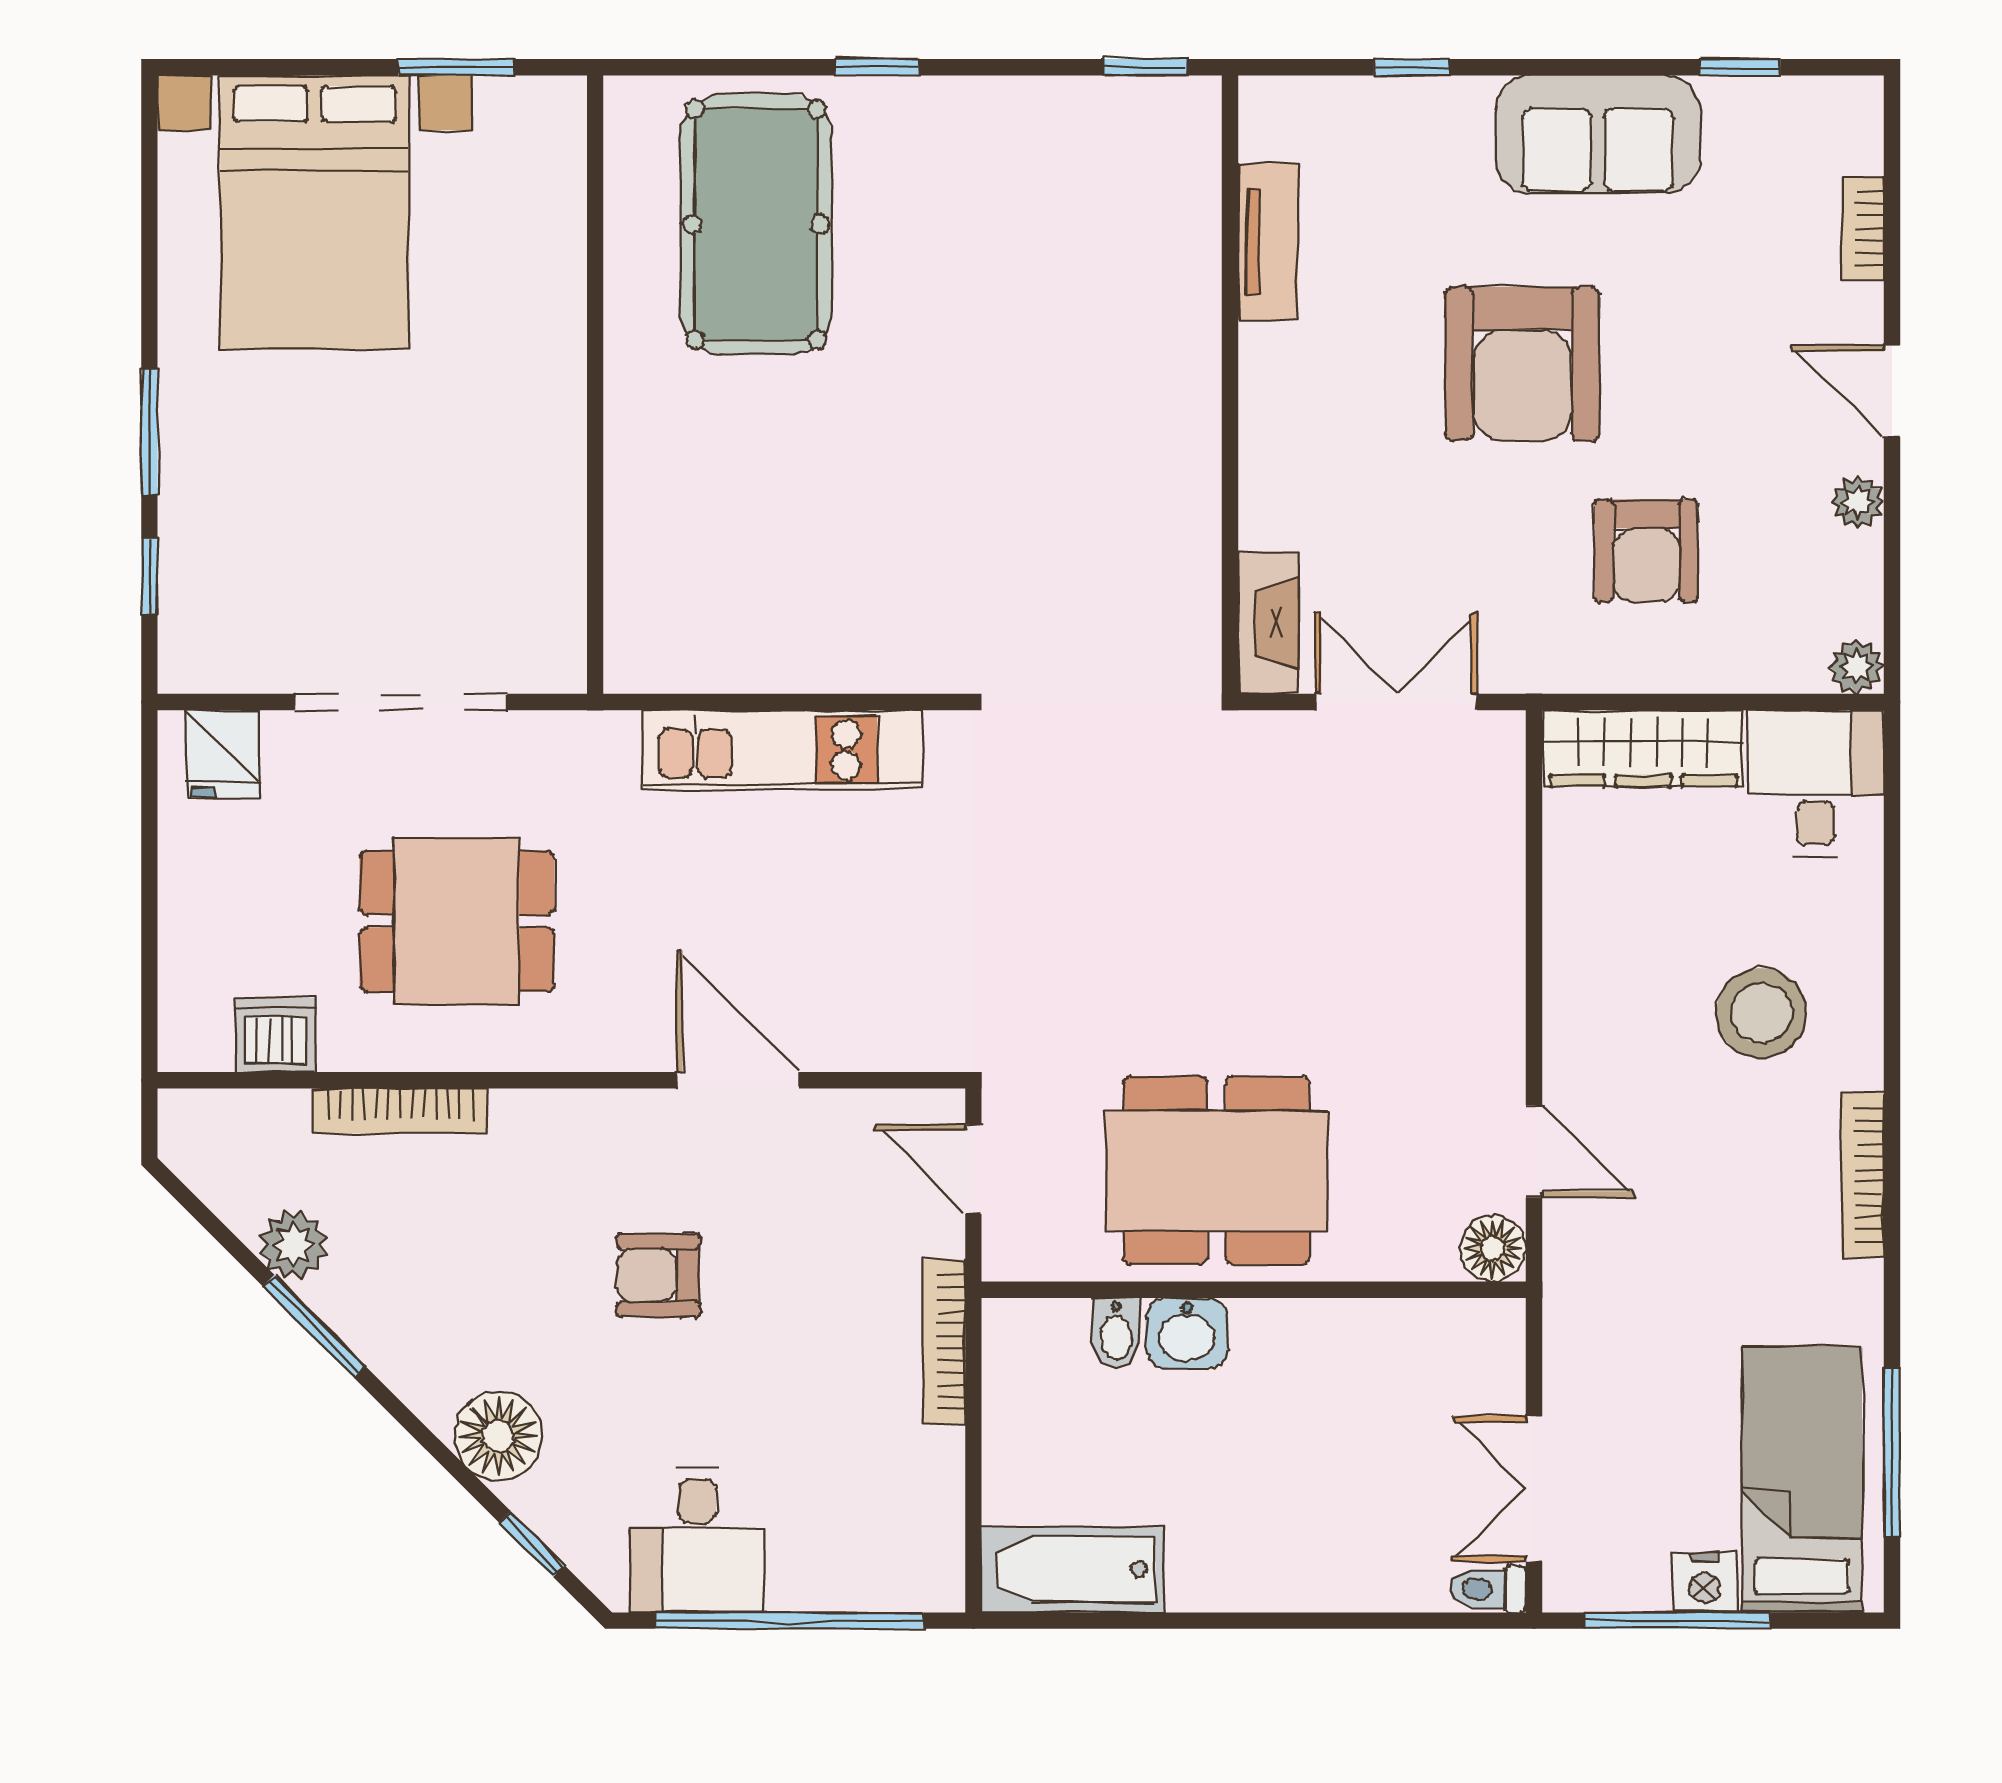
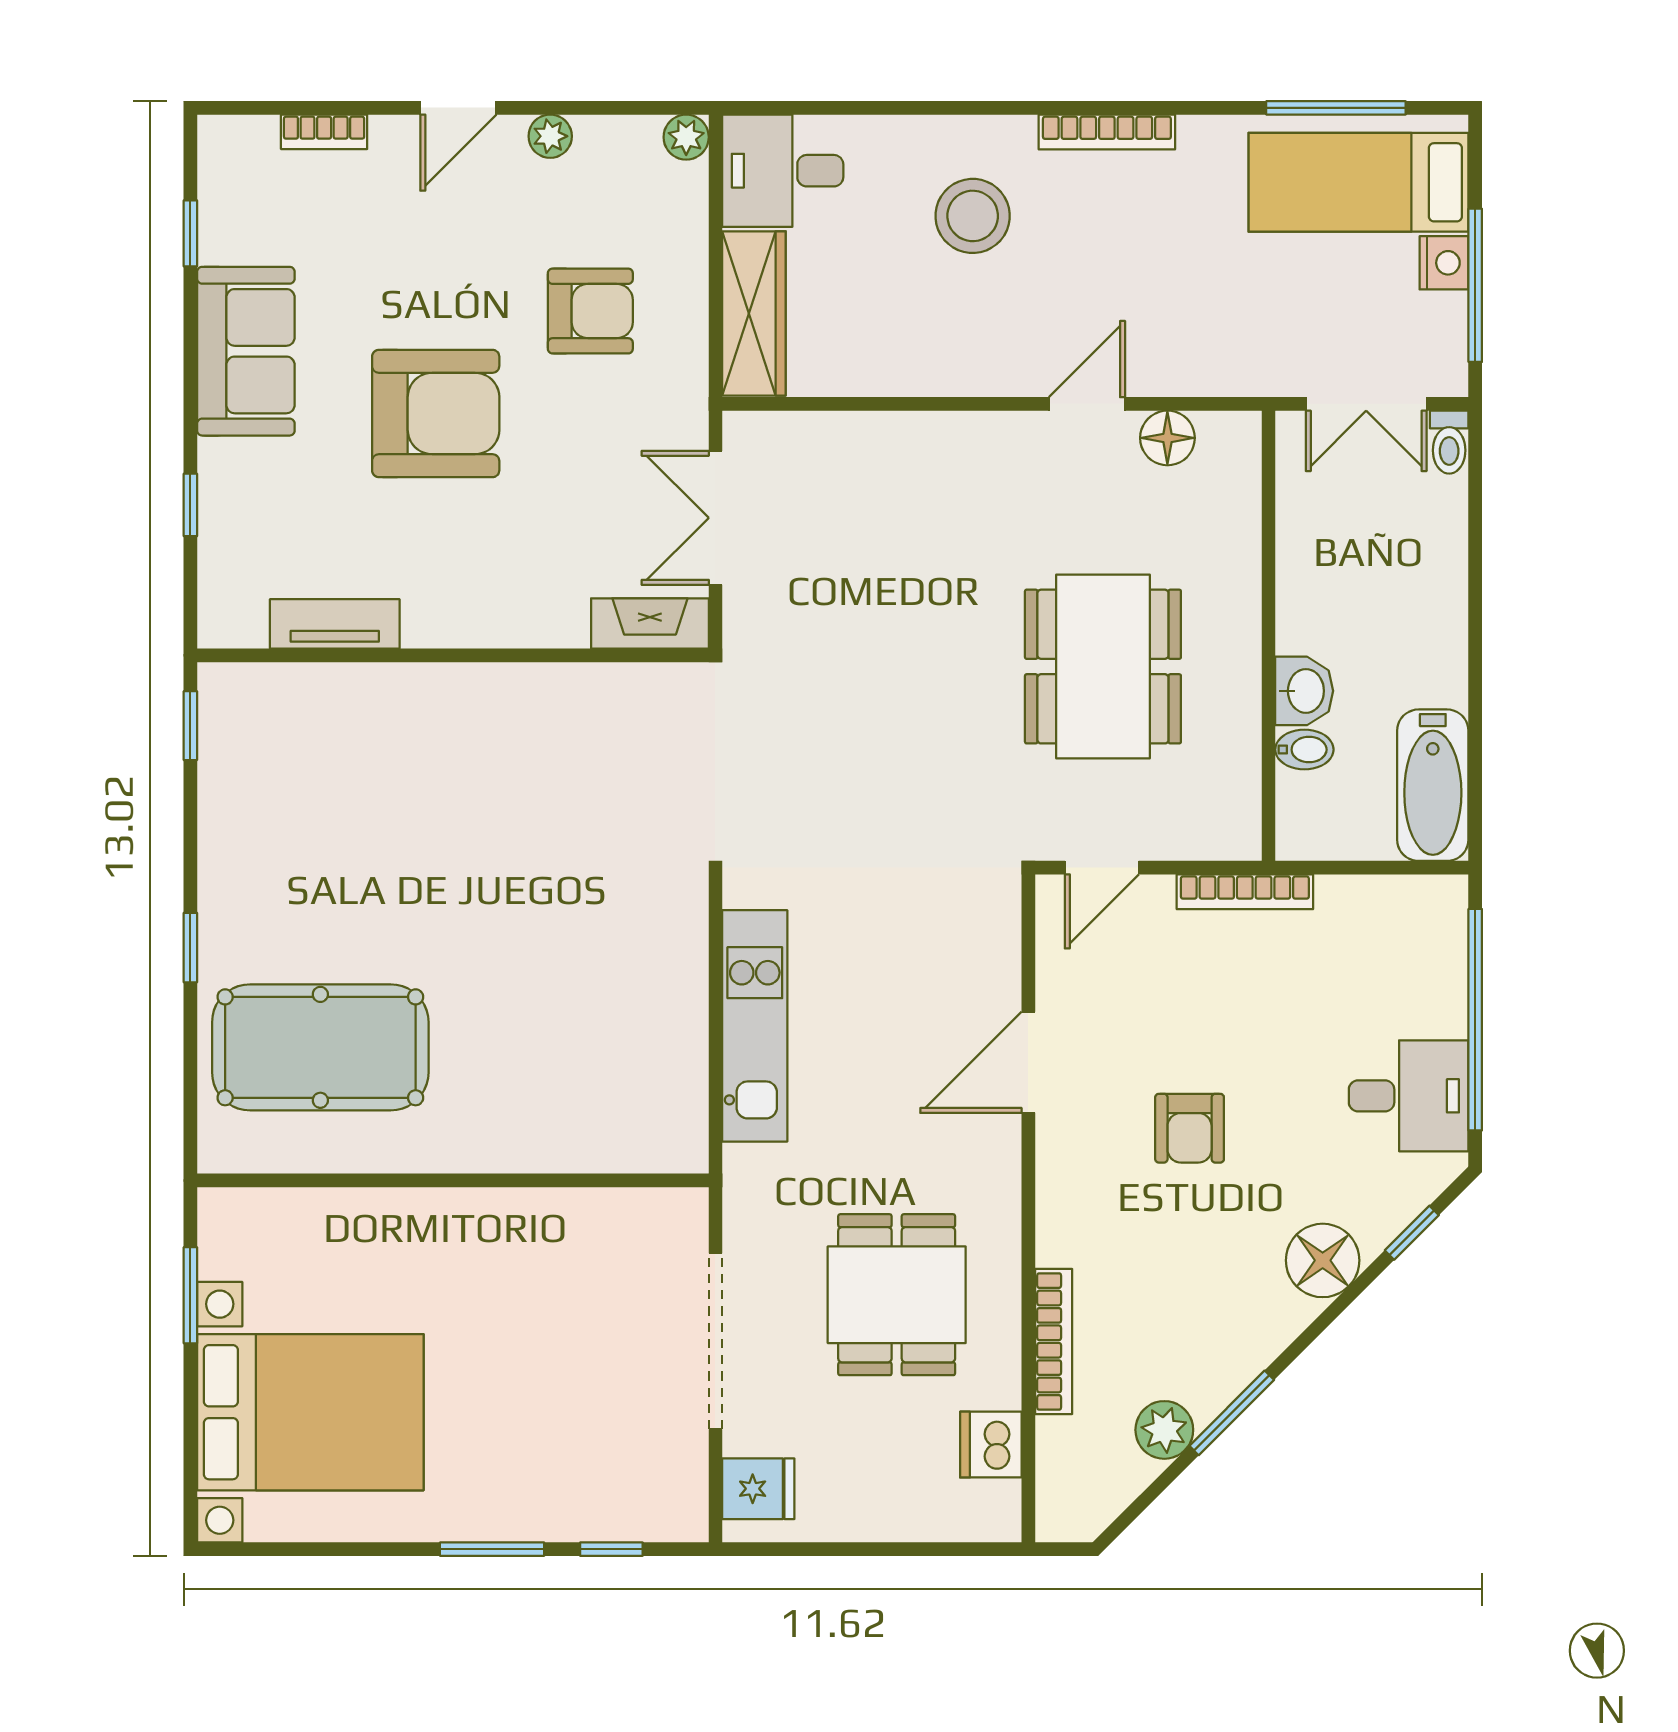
wall: (1254, 1290) -> (1269, 636), moved
bidet: (1116, 1333) -> (1304, 750), moved
washbasin: (1187, 1333) -> (1304, 691), moved

